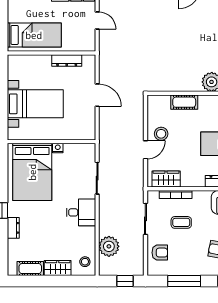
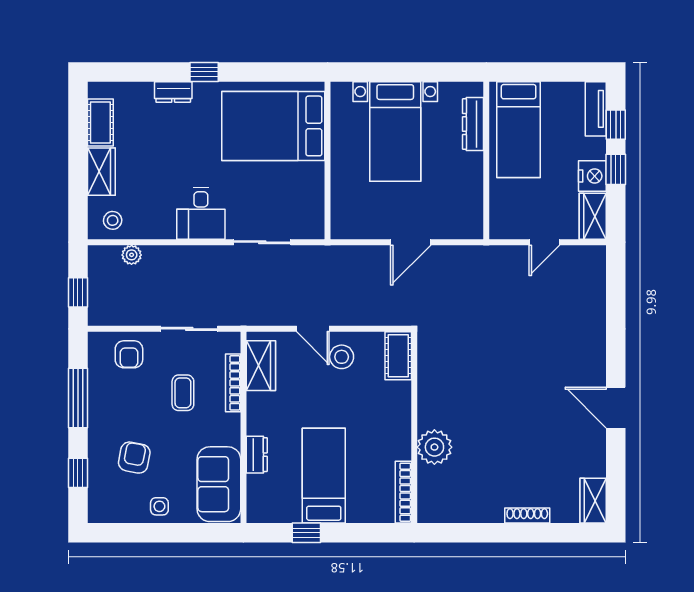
dresser: (67, 60) -> (473, 124), moved
cot: (184, 102) -> (398, 356), moved
nightstand: (58, 148) -> (316, 172), removed
plant: (109, 246) -> (132, 255), width x0.53, depth x0.53

